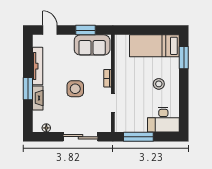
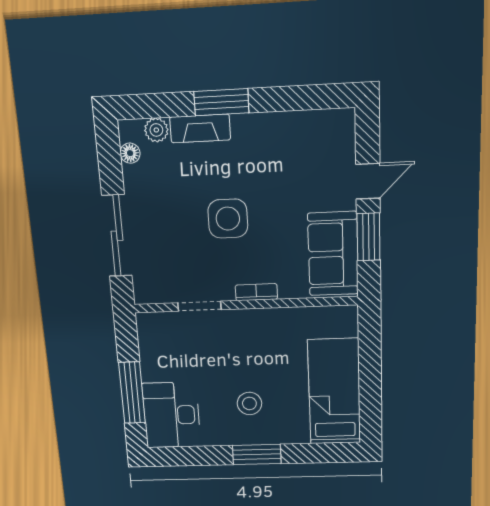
door: (50, 30) -> (368, 181), moved
window: (184, 58) -> (257, 455), moved
tv unit: (38, 66) -> (278, 124), removed
plant: (37, 116) -> (156, 130), added
window: (138, 137) -> (132, 393), moved

